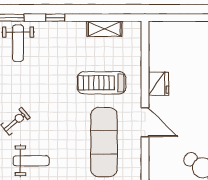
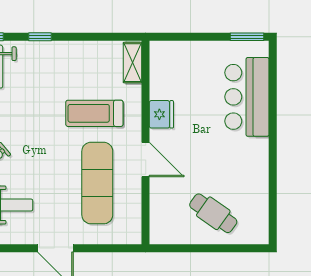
shelving: (104, 29) -> (132, 63), moved, turned 90

